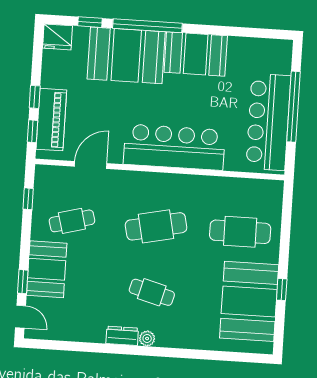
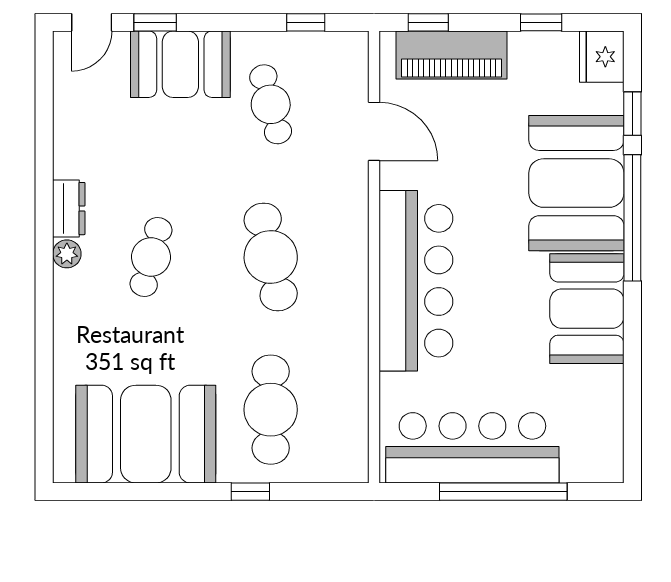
window: (35, 97) -> (541, 22), moved
window: (282, 289) -> (250, 492), moved

